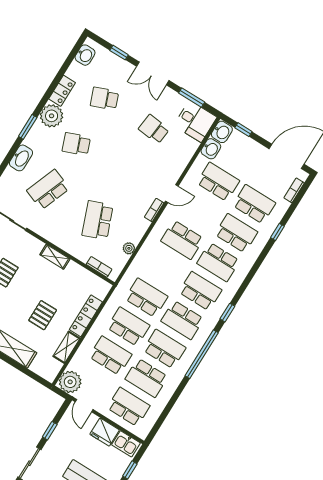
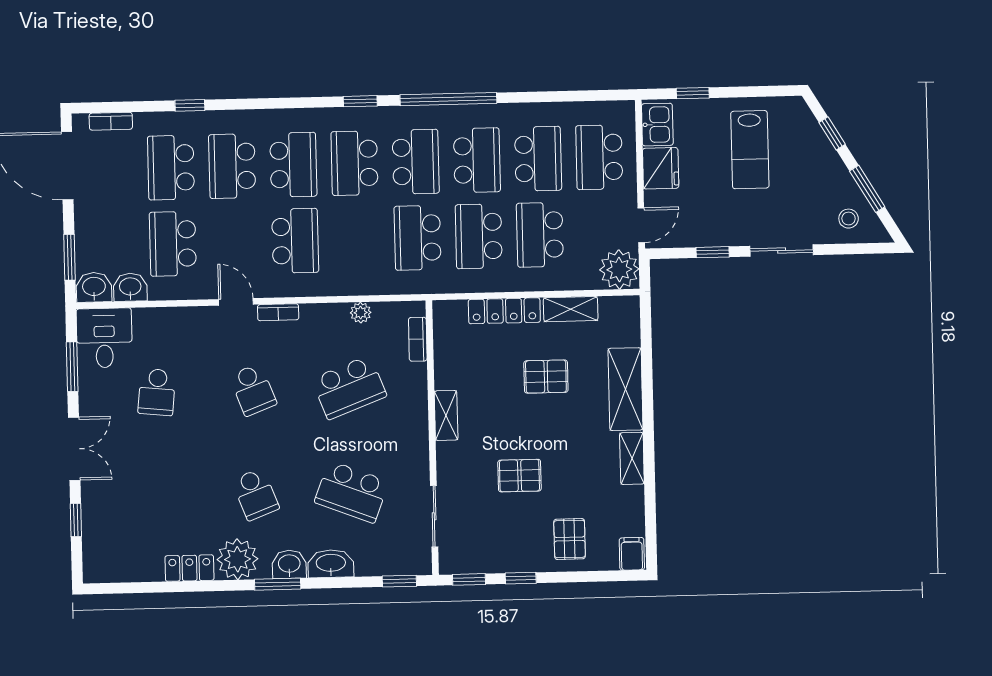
washbasin: (85, 55) -> (289, 564), moved
school desk: (105, 99) -> (253, 390), moved
window: (243, 130) -> (69, 257), width x1.50
school desk: (164, 349) -> (477, 160), turned 180

